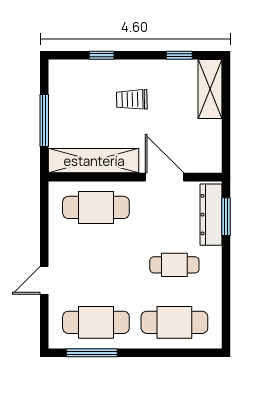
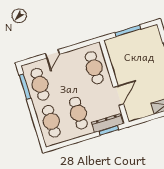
trolley: (132, 99) -> (150, 69), removed
shelving: (94, 161) -> (116, 60), removed
cafe table: (174, 265) -> (78, 113), width x1.37, depth x1.35
door: (44, 280) -> (52, 54), swing flipped

